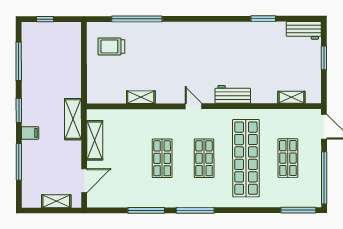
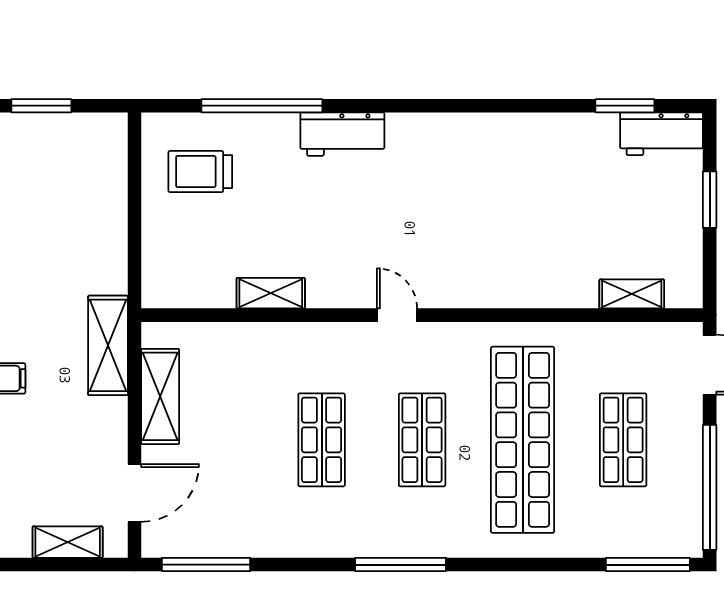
window: (45, 19) -> (41, 106), width x1.50
window: (263, 19) -> (625, 106), moved
workbench: (233, 94) -> (342, 134), moved, turned 180
window: (146, 210) -> (206, 565), moved

